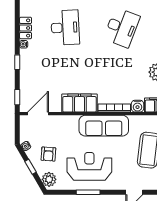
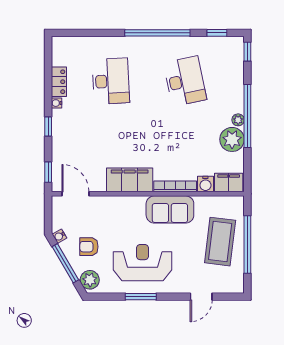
desk: (122, 28) -> (185, 81), turned -33
door: (38, 114) -> (75, 194), hinge flipped
sofa: (104, 126) -> (170, 209), width x0.73
armchair: (48, 154) -> (89, 247), turned 86
window: (30, 167) -> (65, 263), width x2.17

